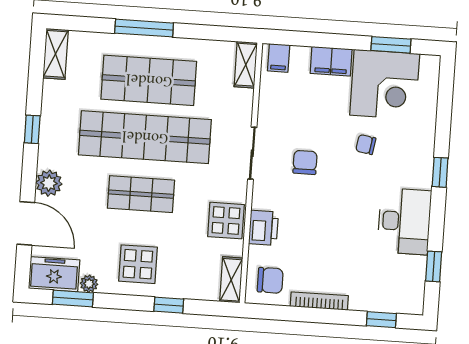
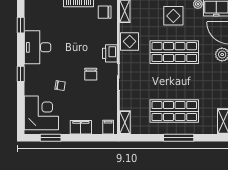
corner desk: (385, 84) -> (41, 113), moved, turned 90
shop shelf: (145, 137) -> (174, 82), removed
shop shelf: (141, 194) -> (174, 52), width x1.43, depth x1.36
printer: (263, 228) -> (110, 53), moved

